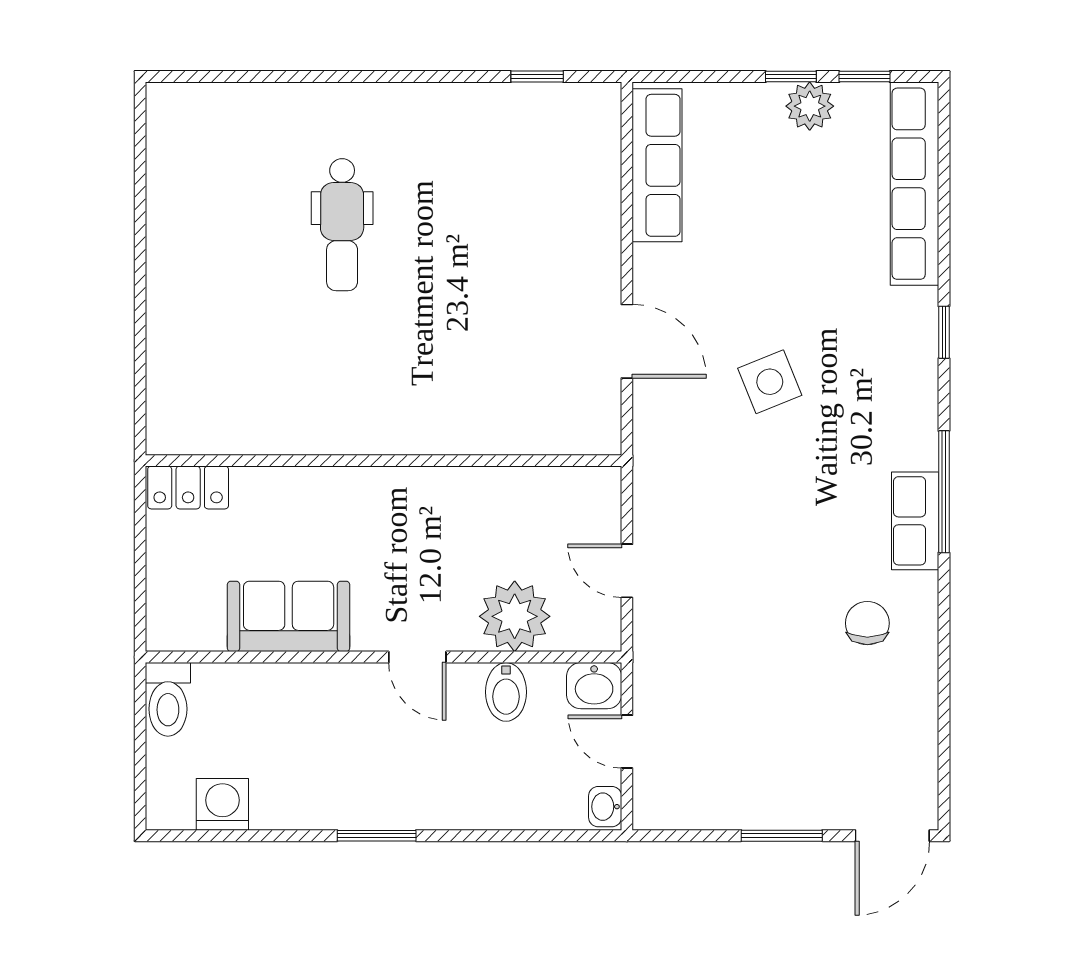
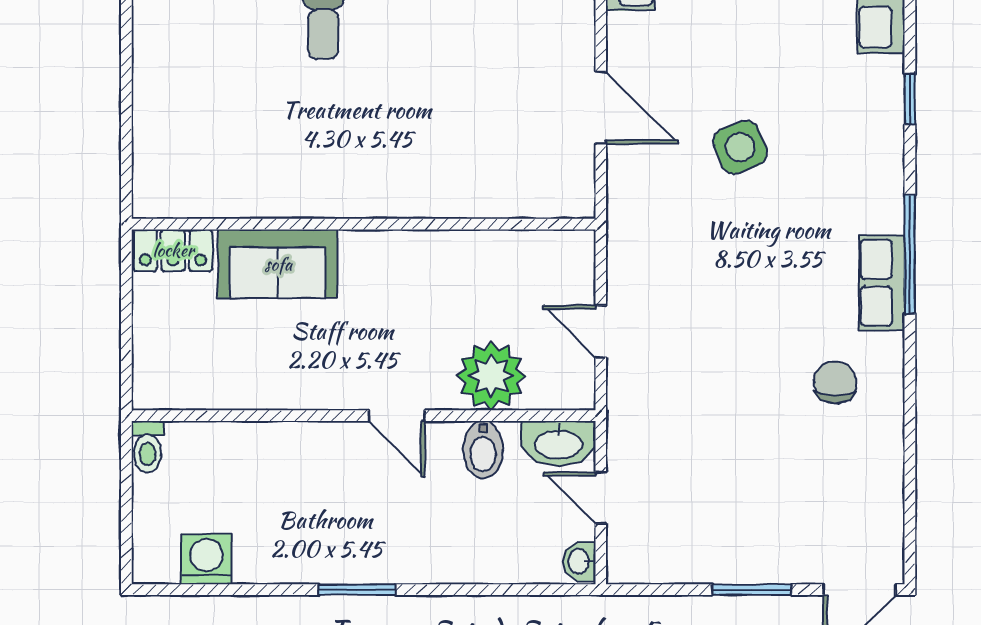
sofa: (289, 616) -> (278, 264), moved, turned 180
washbasin: (594, 686) -> (559, 443), width x1.38
toilet: (168, 699) -> (147, 447), width x0.73, depth x0.72

